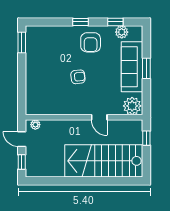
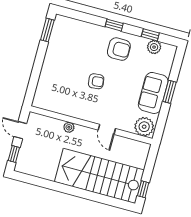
armchair: (91, 42) -> (119, 49), turned -90
sofa: (132, 67) -> (153, 93), width x0.73
plant: (35, 125) -> (69, 127), moved
window: (146, 138) -> (143, 189), moved

